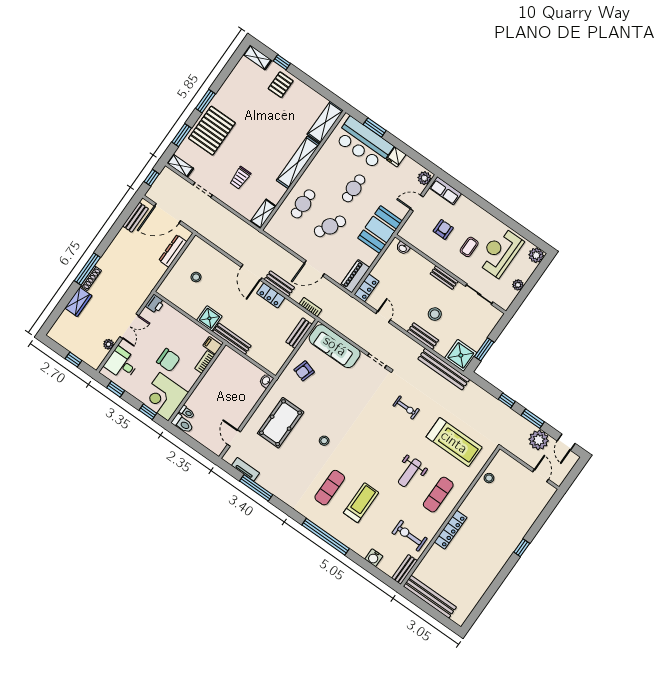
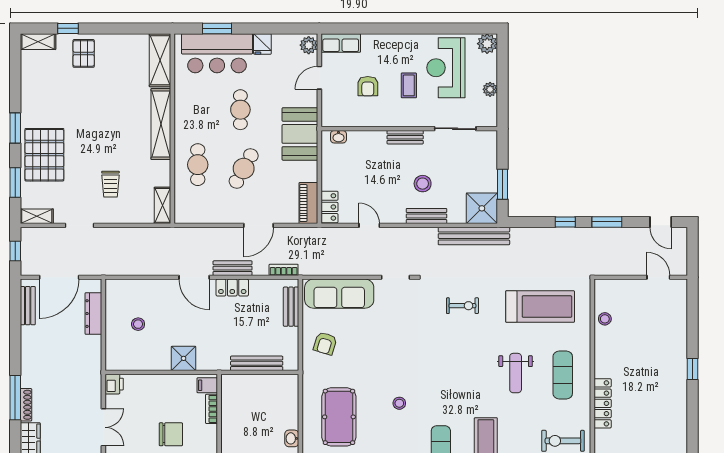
armchair: (443, 229) -> (368, 86), turned 180
bench: (232, 339) -> (257, 363), moved
washbasin: (266, 381) -> (292, 438), moved
plant: (539, 440) -> (629, 240), removed

